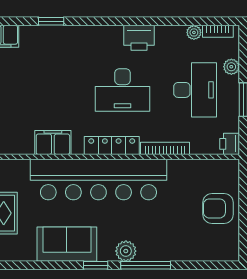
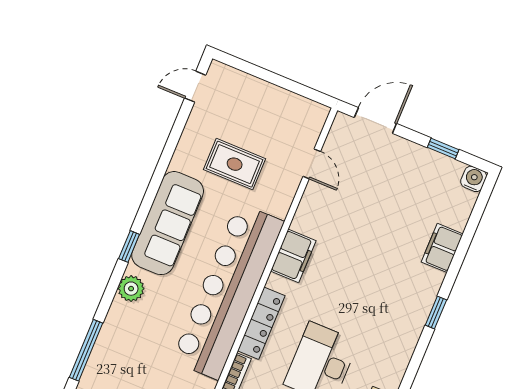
sofa: (67, 244) -> (168, 223), width x1.36
window: (146, 265) -> (86, 350), moved

